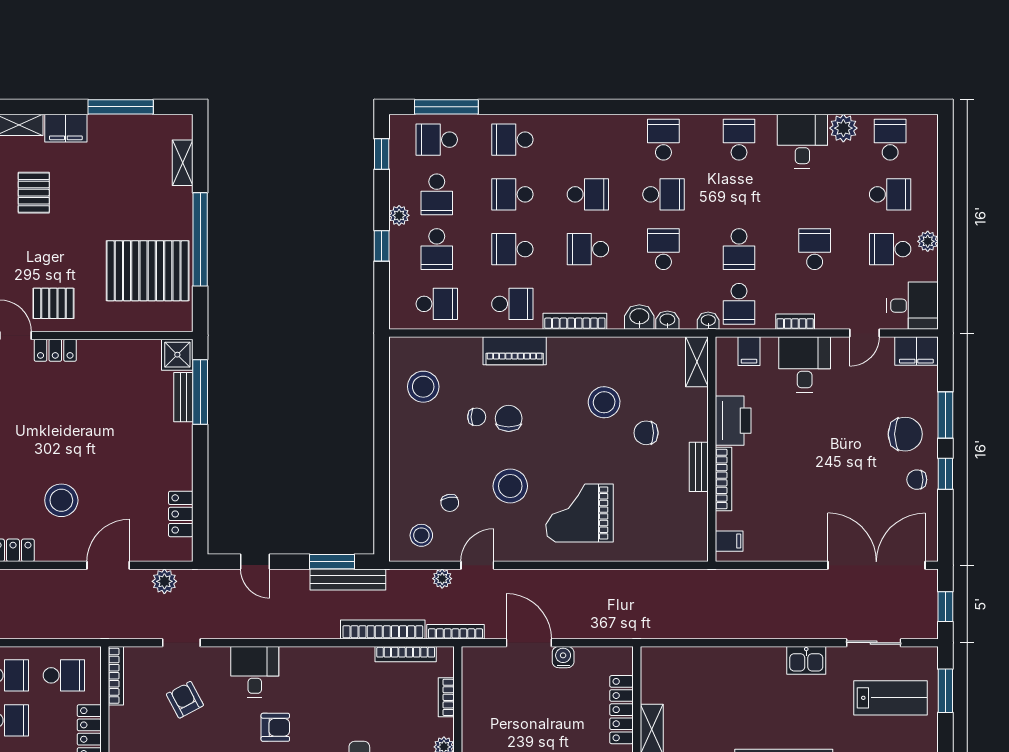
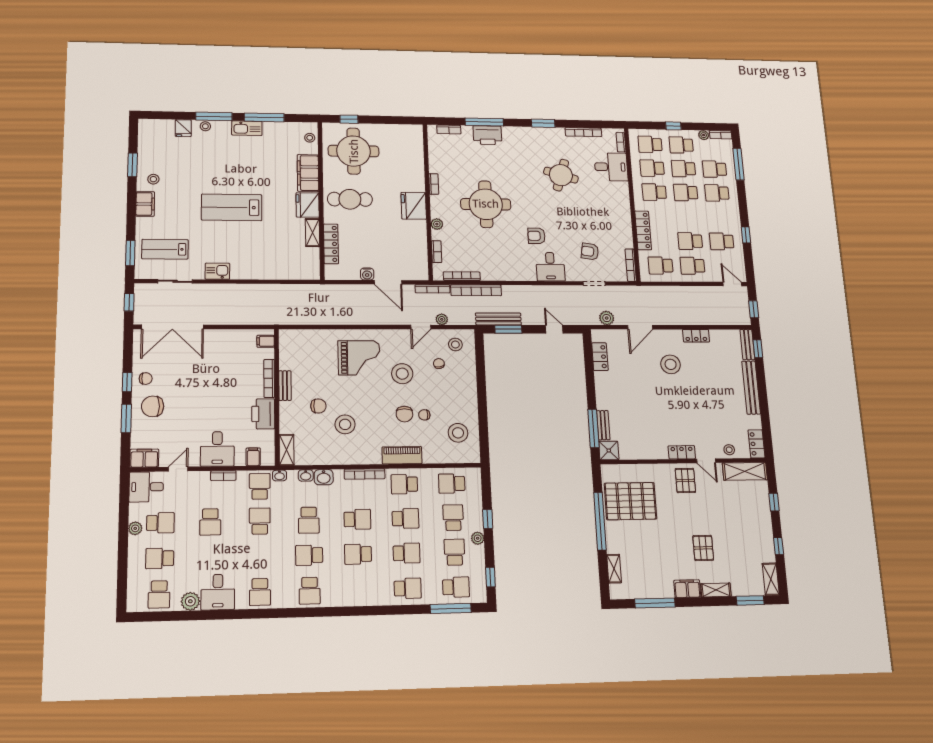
pallet: (53, 303) -> (685, 480), turned 90
armchair: (185, 700) -> (590, 252), turned 127

